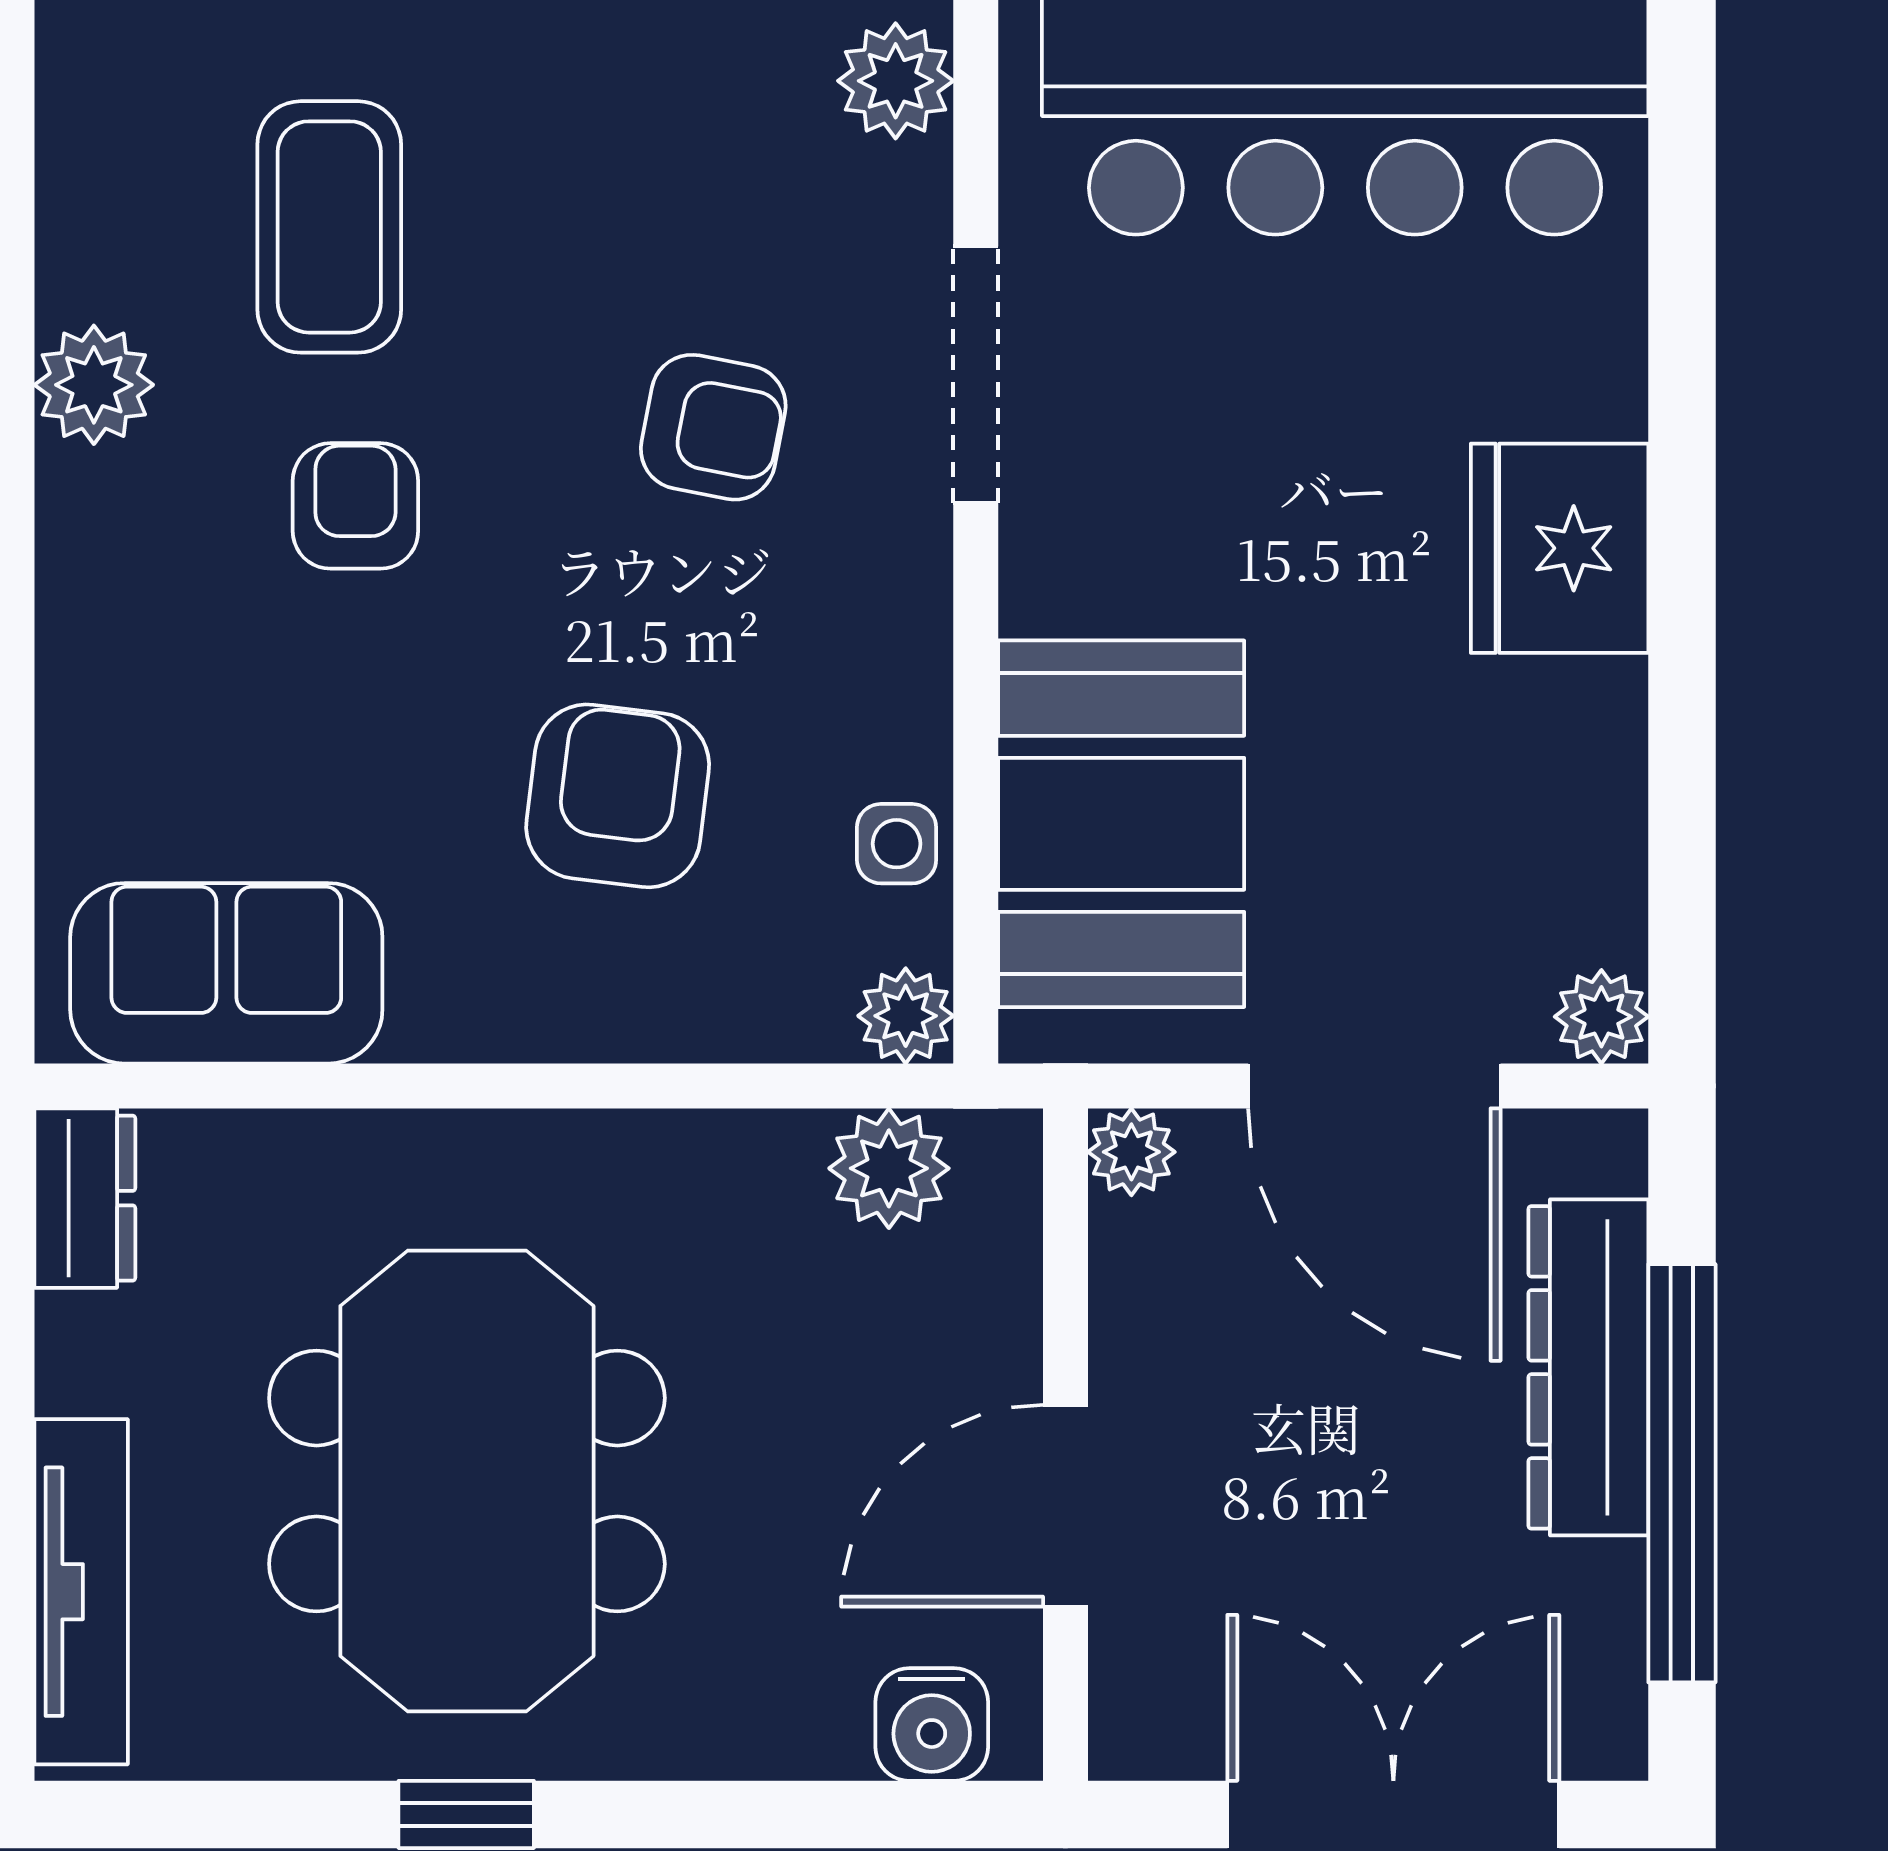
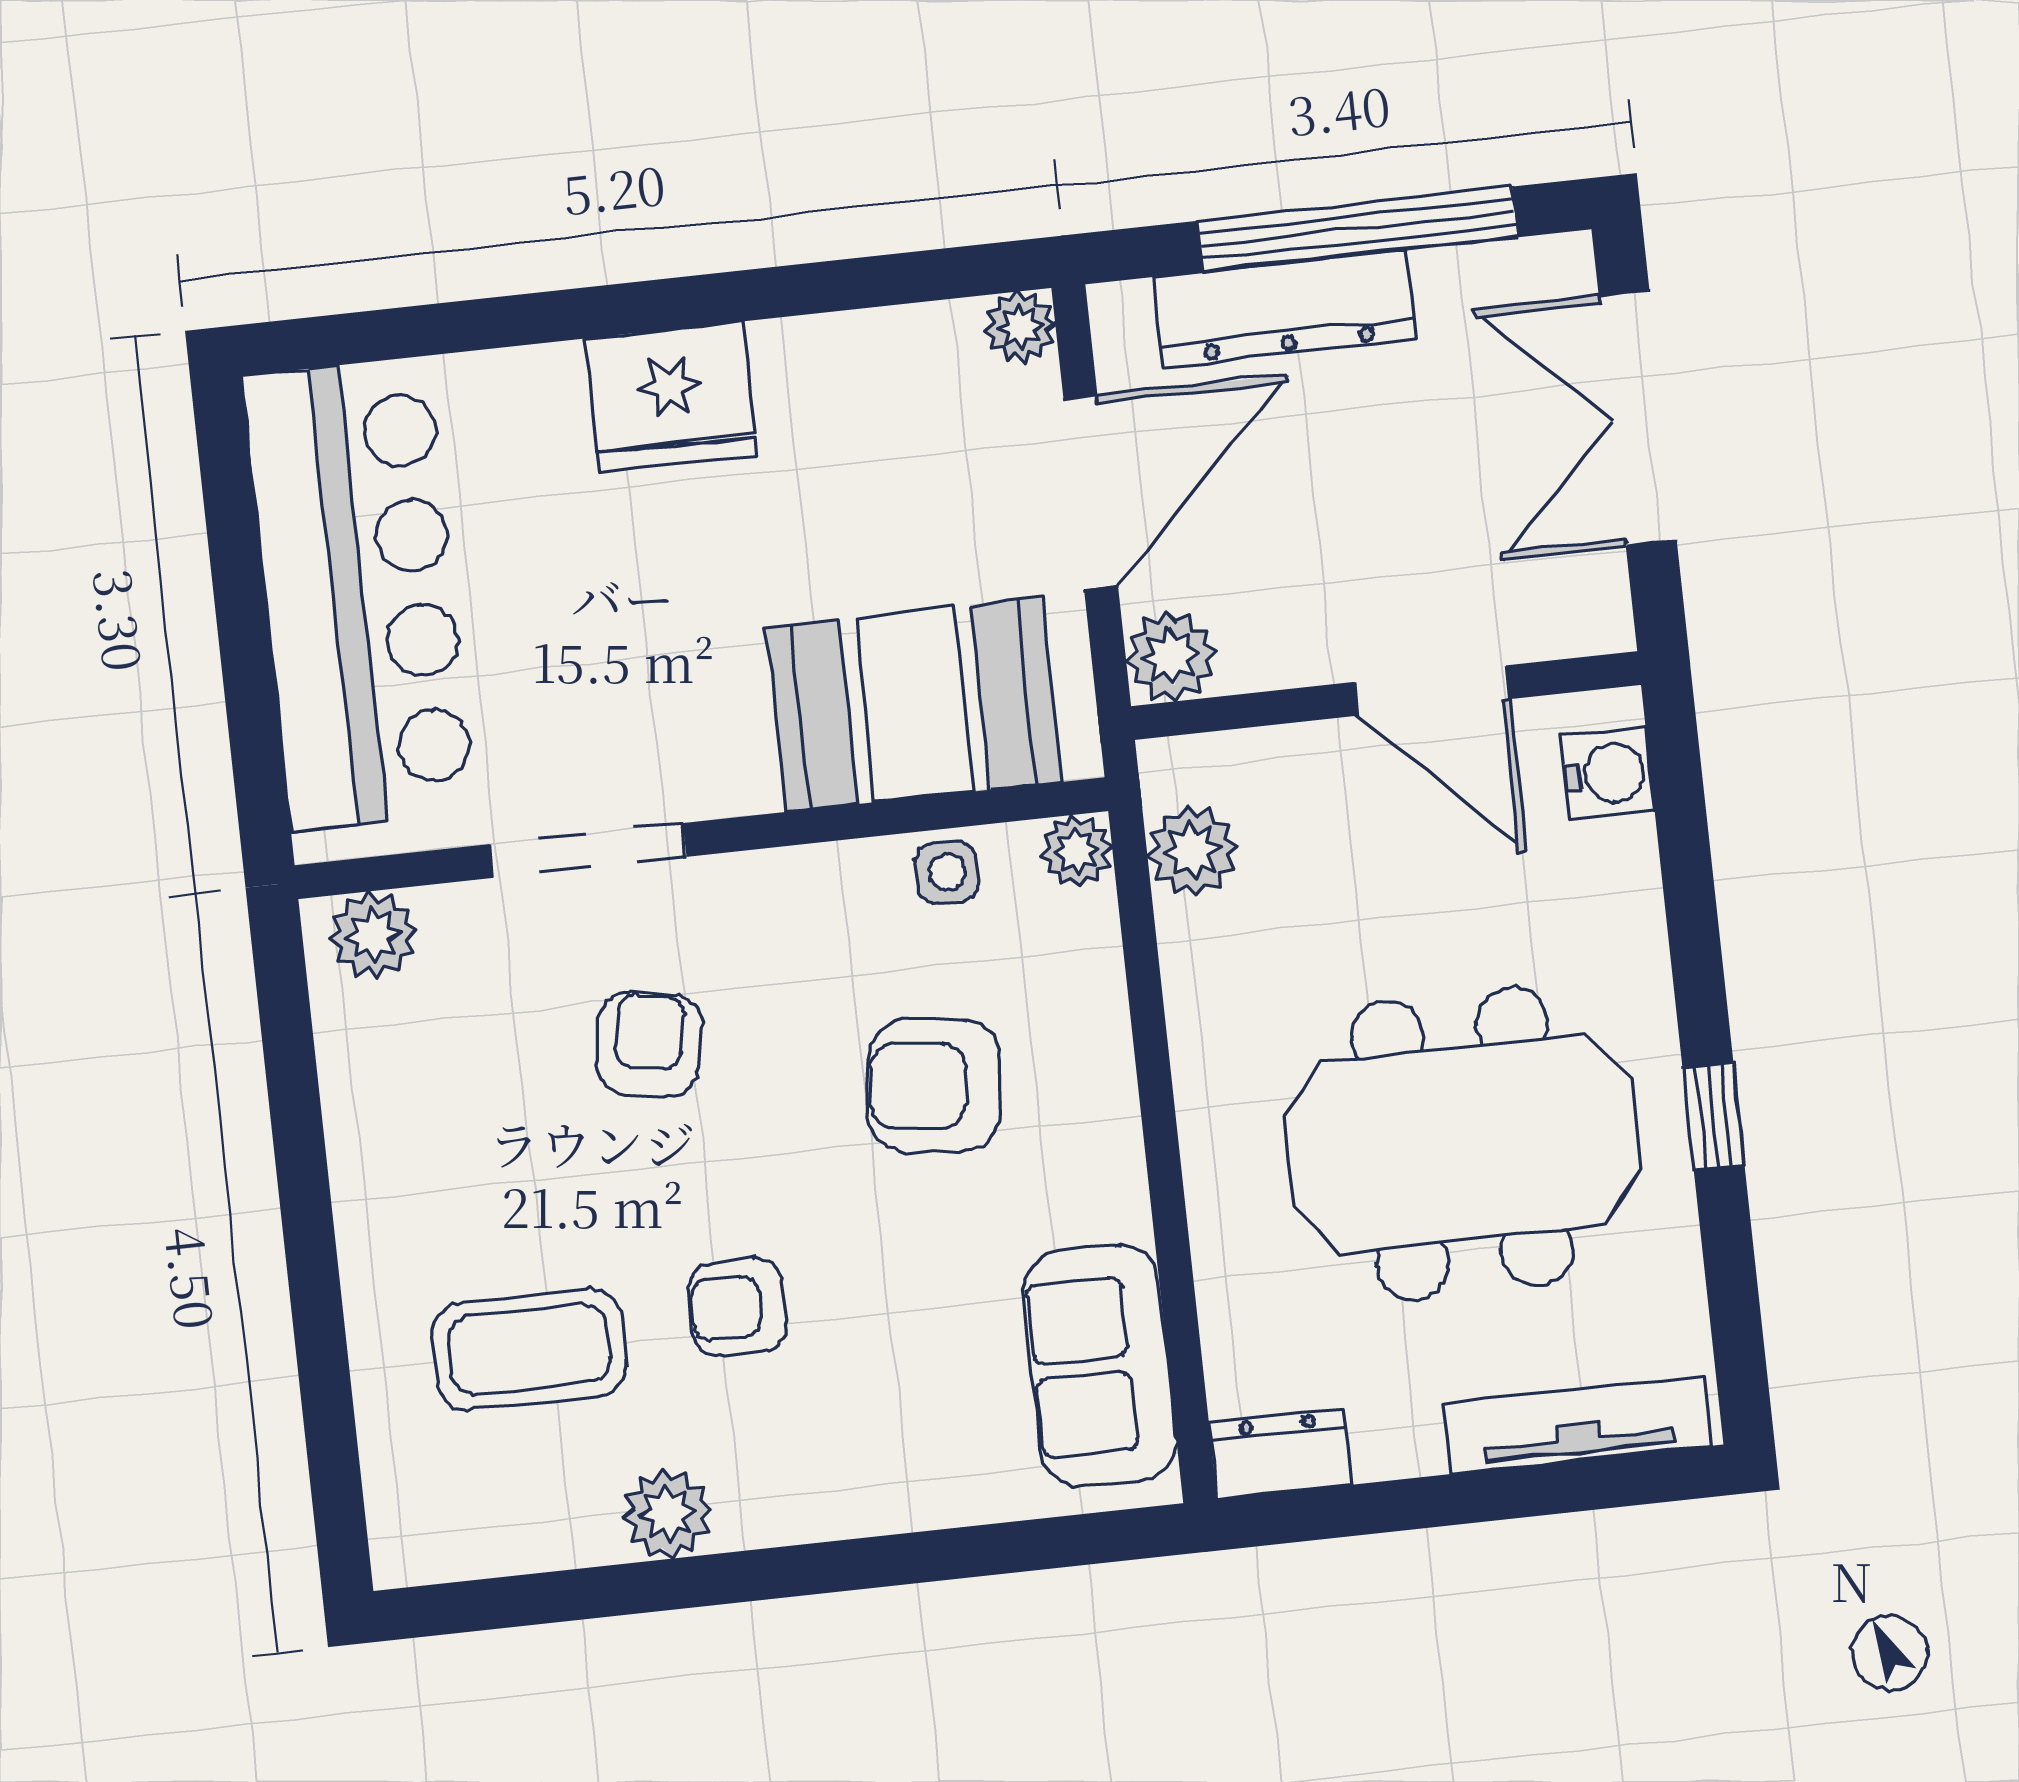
plant: (1131, 1152) -> (1171, 656), width x1.38, depth x1.38

